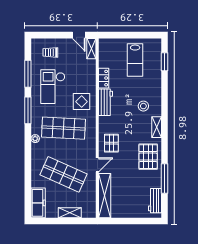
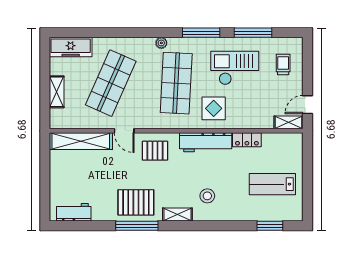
workbench: (105, 102) -> (206, 142), width x1.38
window: (164, 178) -> (137, 226), moved

